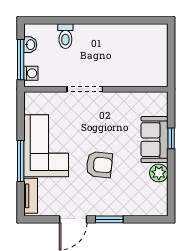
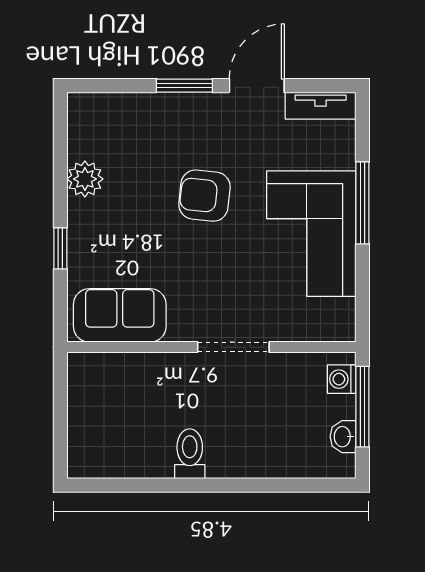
toilet: (65, 36) -> (190, 454), moved
sofa: (154, 140) -> (120, 315), moved, turned -90
tv unit: (31, 196) -> (321, 106), moved, turned -90

